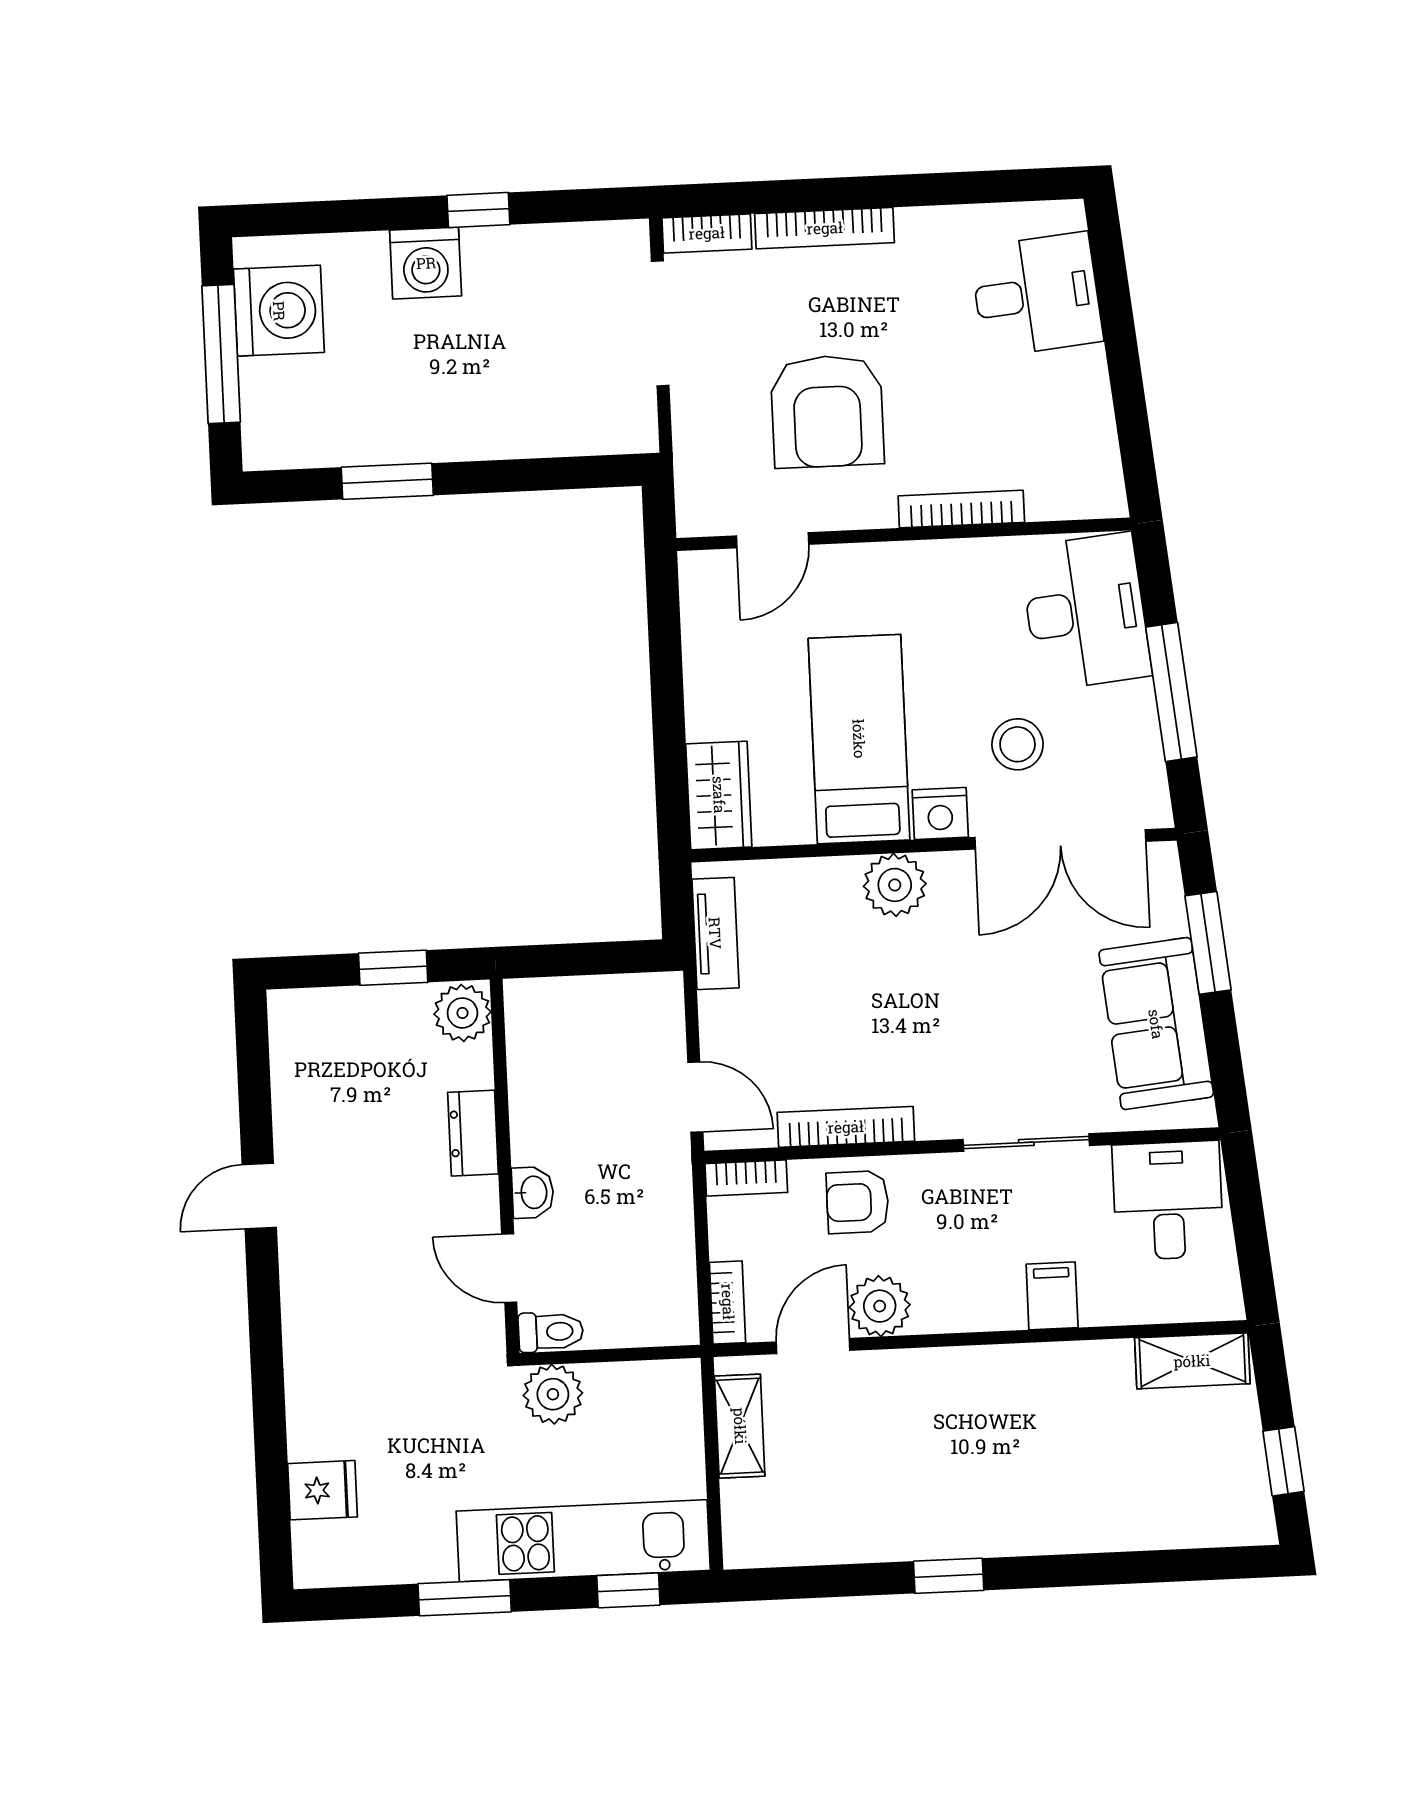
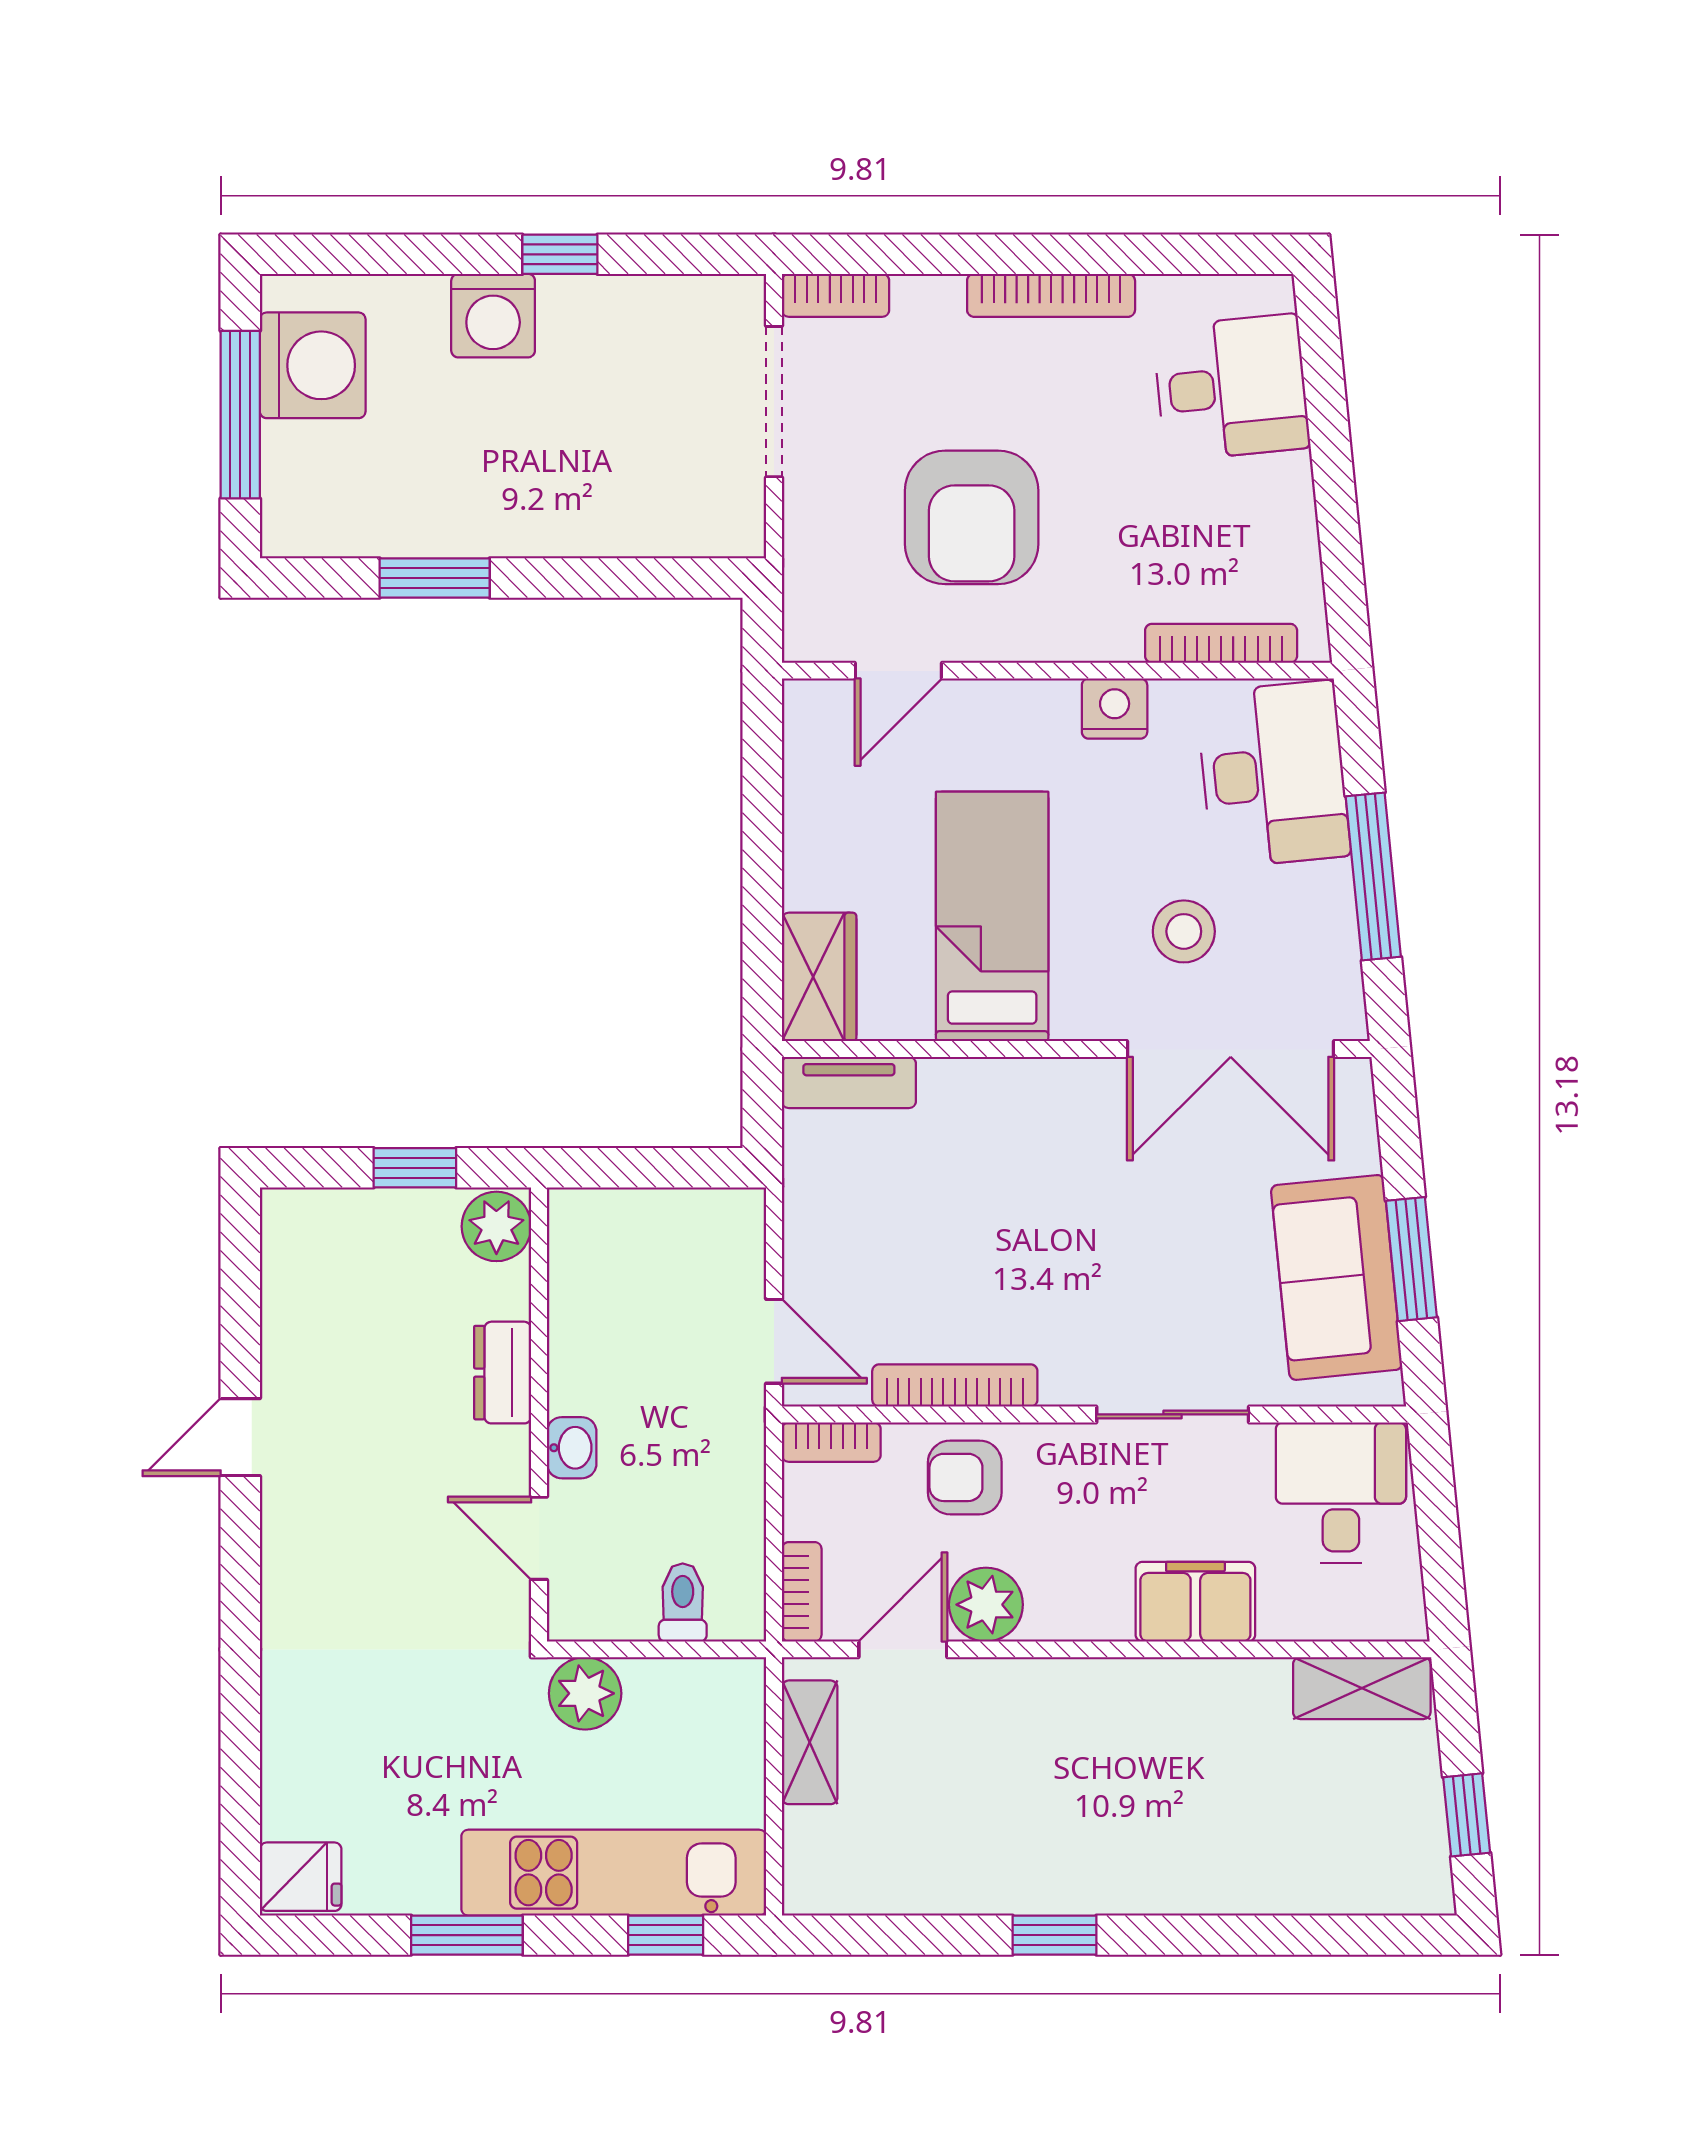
bookcase: (825, 228) -> (1051, 295), moved
bookcase: (961, 509) -> (1221, 643), moved
nightstand: (940, 814) -> (1115, 709), moved, turned 180
plant: (895, 885) -> (1027, 1095), removed
tv unit: (715, 933) -> (849, 1082), moved, turned 90
window: (1208, 943) -> (1411, 1259), moved
filing cabinet: (1052, 1296) -> (1195, 1602), width x2.00
toilet: (551, 1332) -> (683, 1602), moved, turned -90
fridge: (323, 1490) -> (301, 1877), moved

